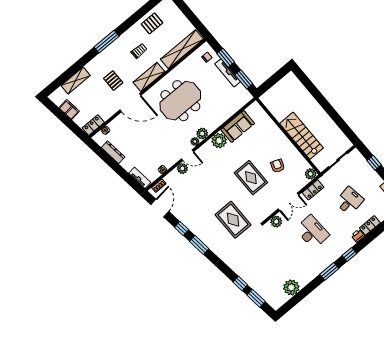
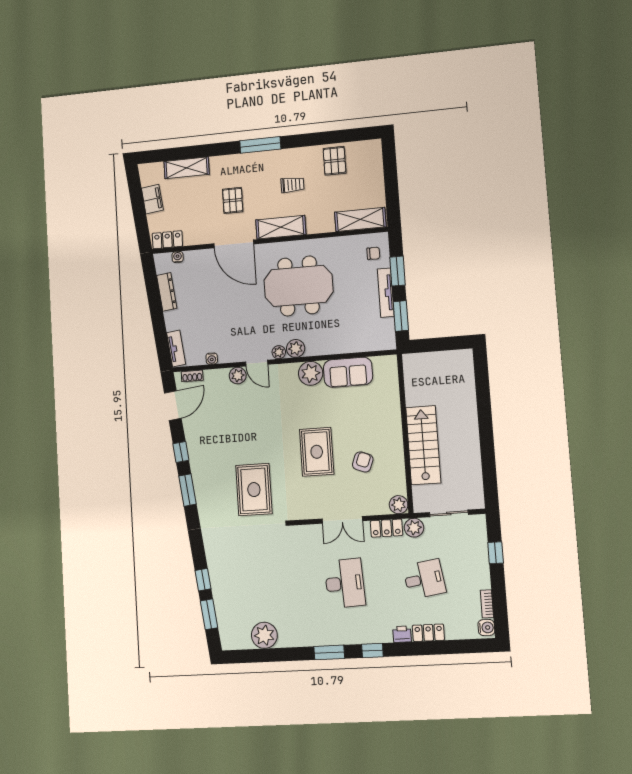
pallet: (152, 23) -> (335, 161), turned 90
shelving: (182, 49) -> (360, 220), width x0.68
plant: (276, 222) -> (414, 528), moved

